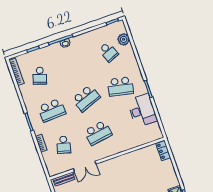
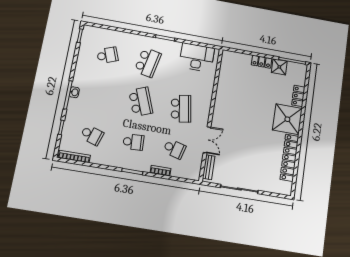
plant: (124, 39) -> (103, 34), removed
school desk: (52, 110) -> (133, 142), width x0.54
desk: (142, 111) -> (197, 57), moved
locker: (163, 151) -> (262, 62), moved

